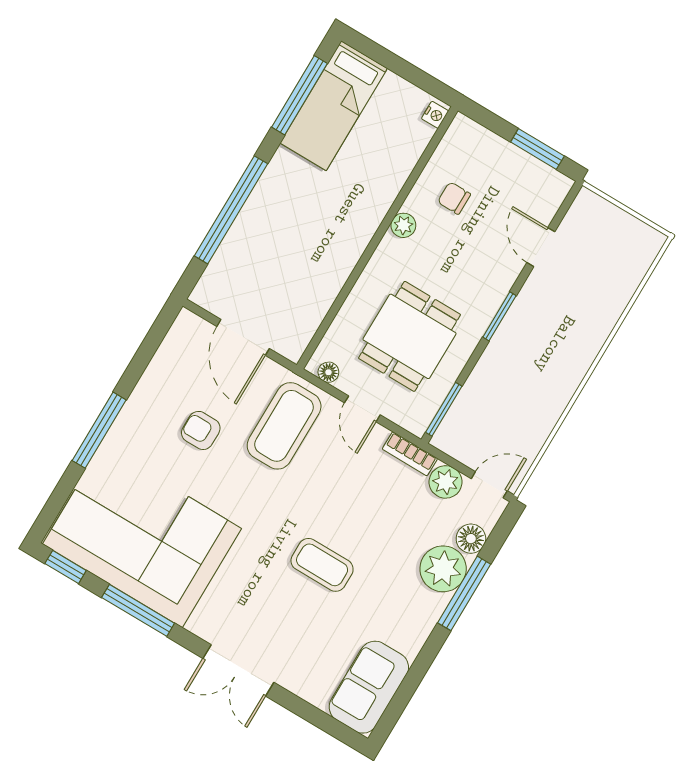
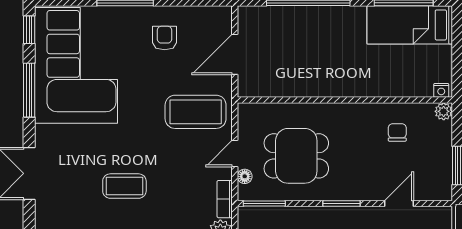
plant: (403, 225) -> (444, 111), moved
floor lamp: (328, 372) -> (245, 176), moved
armchair: (201, 430) -> (165, 38), moved
coffee table: (322, 565) -> (124, 186), turned 90

